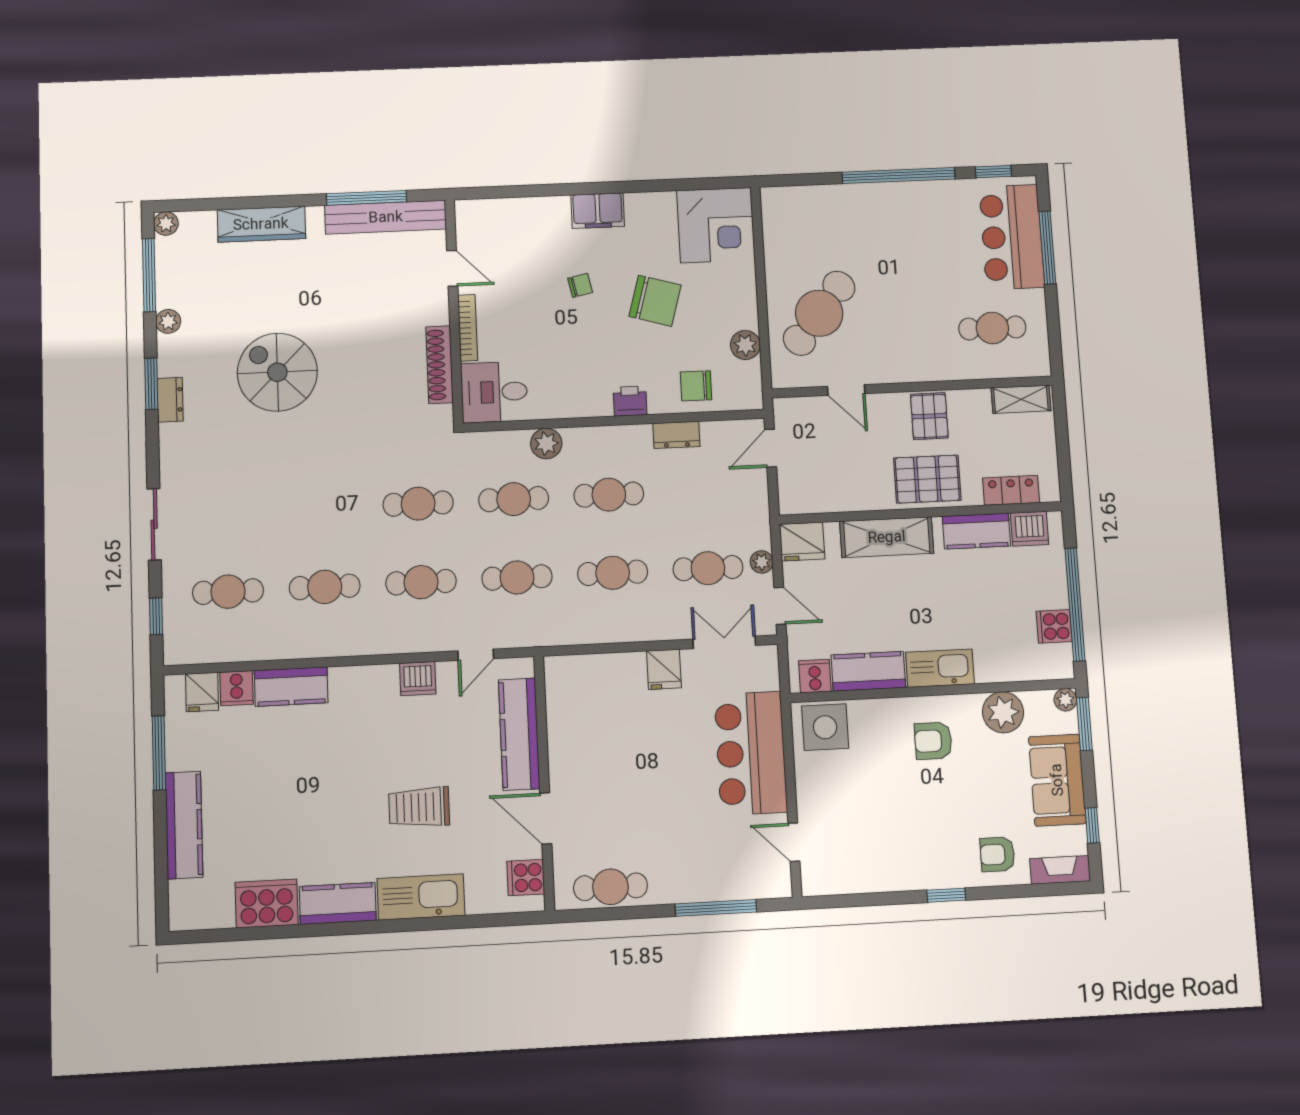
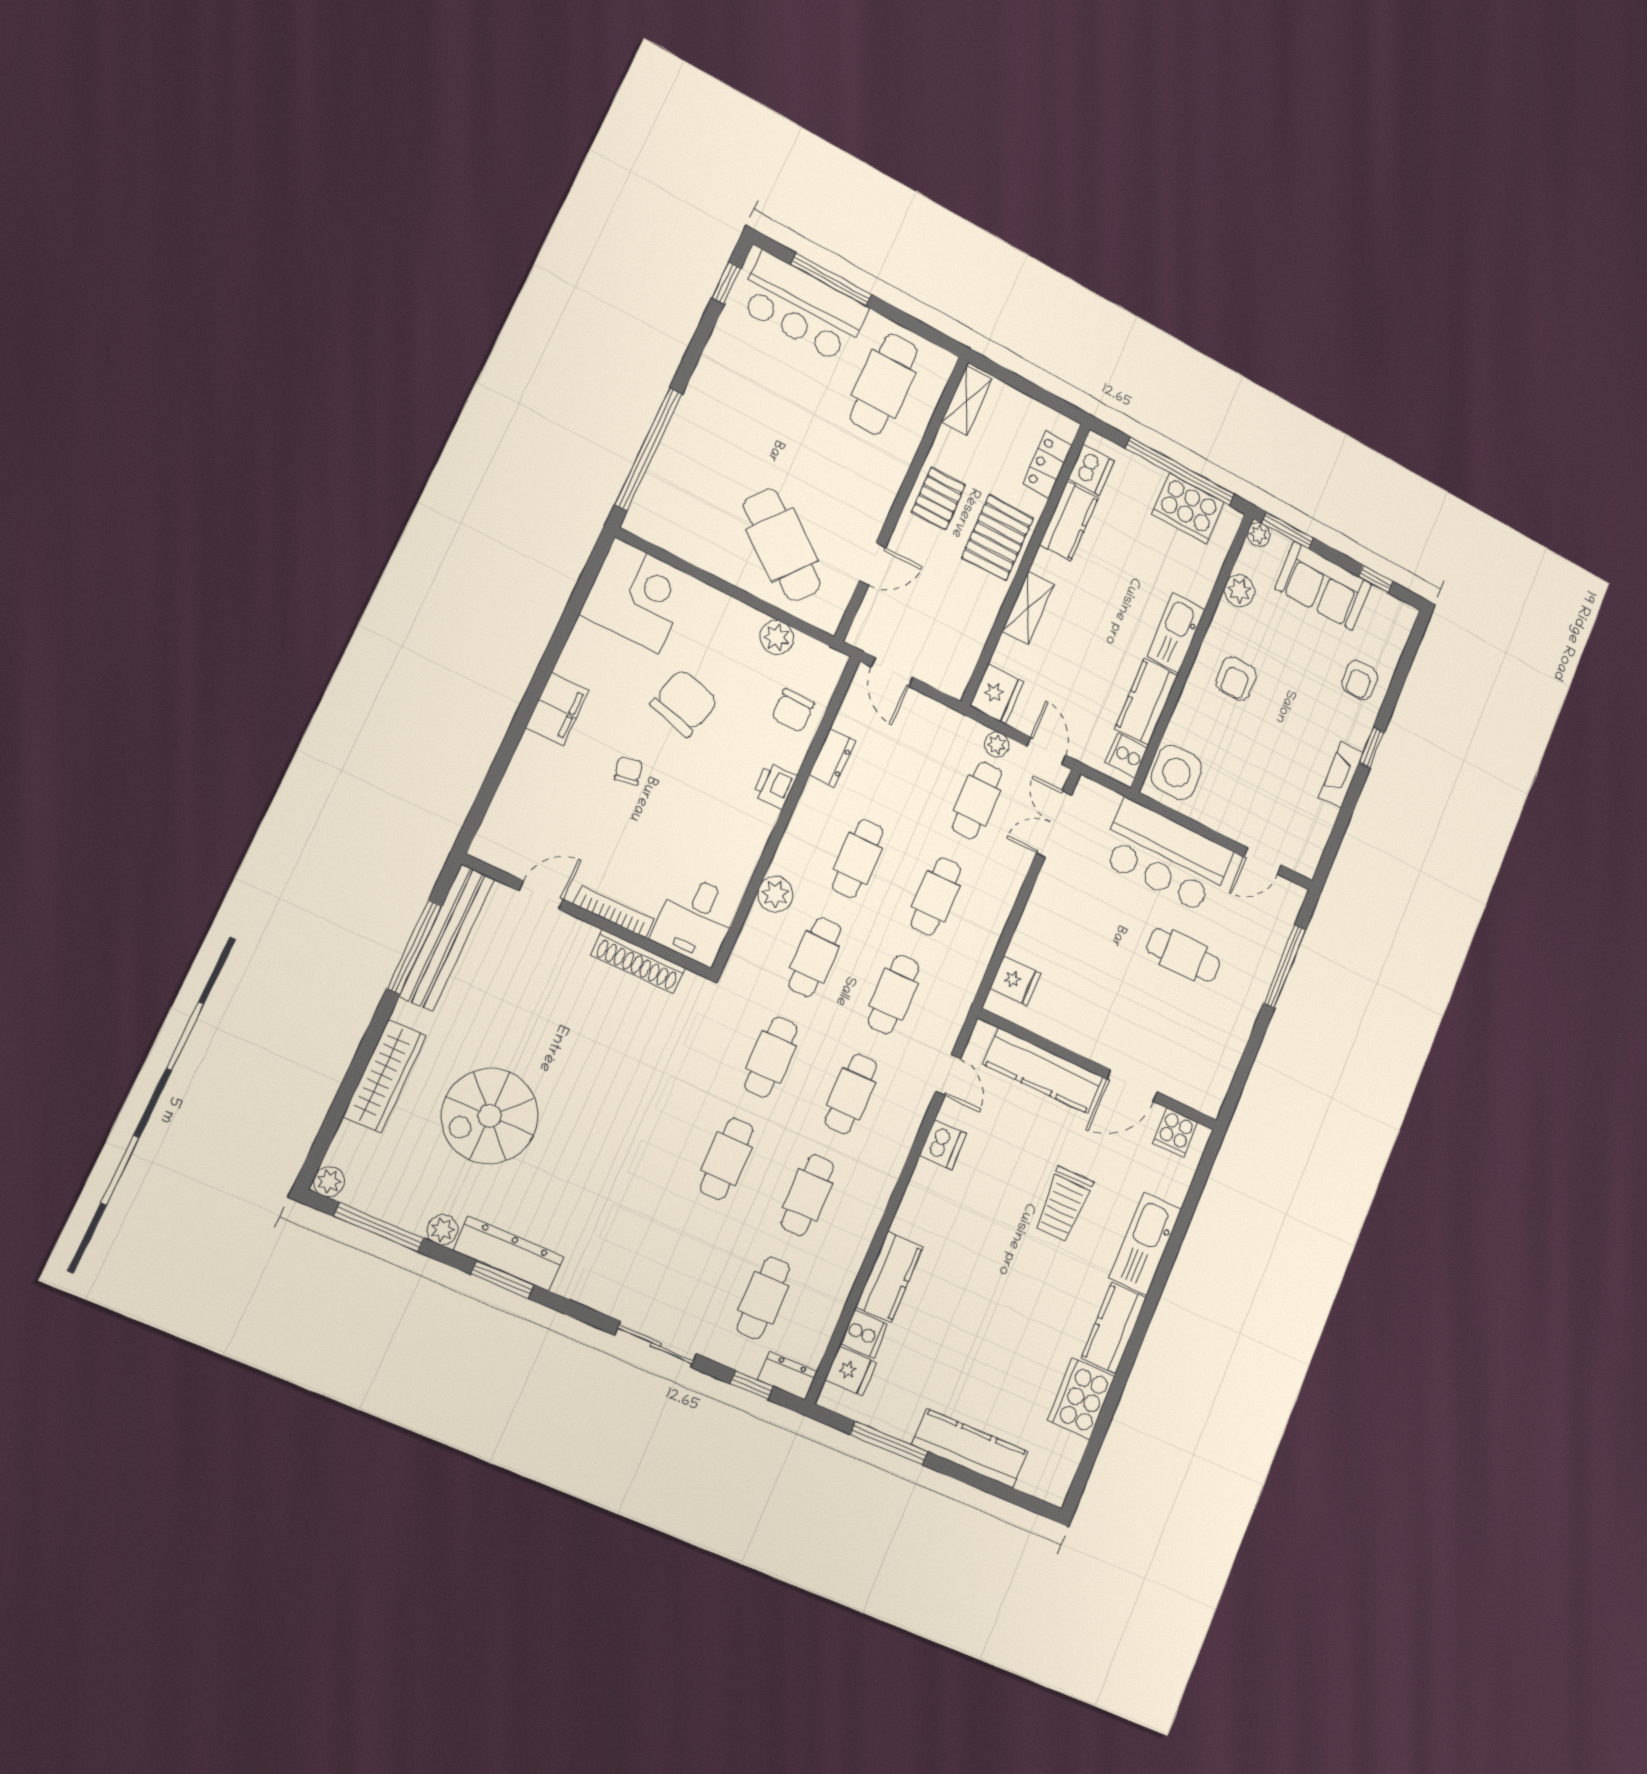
window: (899, 176) -> (648, 449), moved
cafe table: (992, 328) -> (884, 384), width x1.37, depth x1.35
spiral stairs: (277, 372) -> (490, 1116), moved
dresser: (170, 400) -> (509, 1254), width x1.96, depth x1.24
pallet: (929, 416) -> (938, 499), turned 90
cafe table: (322, 508) -> (727, 1159), added
shelving: (887, 537) -> (1028, 608), width x0.67, depth x0.75
door: (780, 606) -> (1046, 751), hinge flipped
cooker: (1054, 626) -> (1188, 508), width x1.87, depth x1.31
dresser: (176, 642) -> (788, 1376), added
fridge: (664, 669) -> (1015, 981), moved
plant: (1003, 712) -> (1239, 591), width x0.73, depth x0.73
fireplace: (1060, 870) -> (1341, 775), moved
cafe table: (610, 887) -> (1183, 955), moved, turned 90

